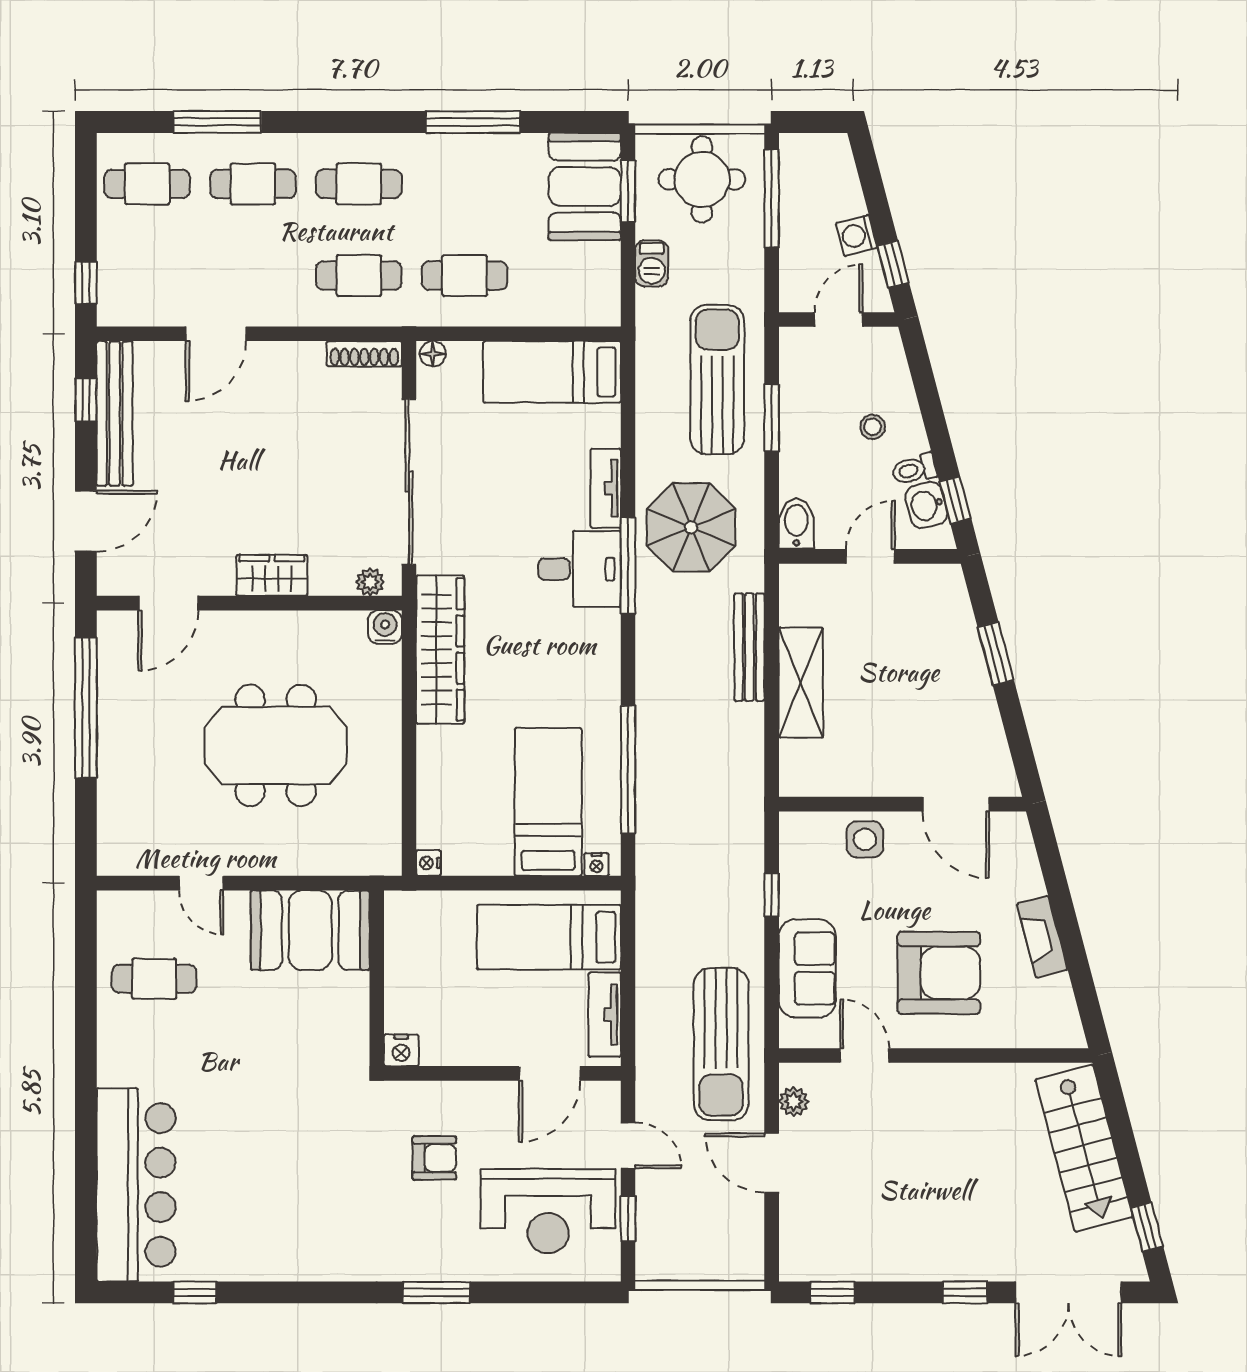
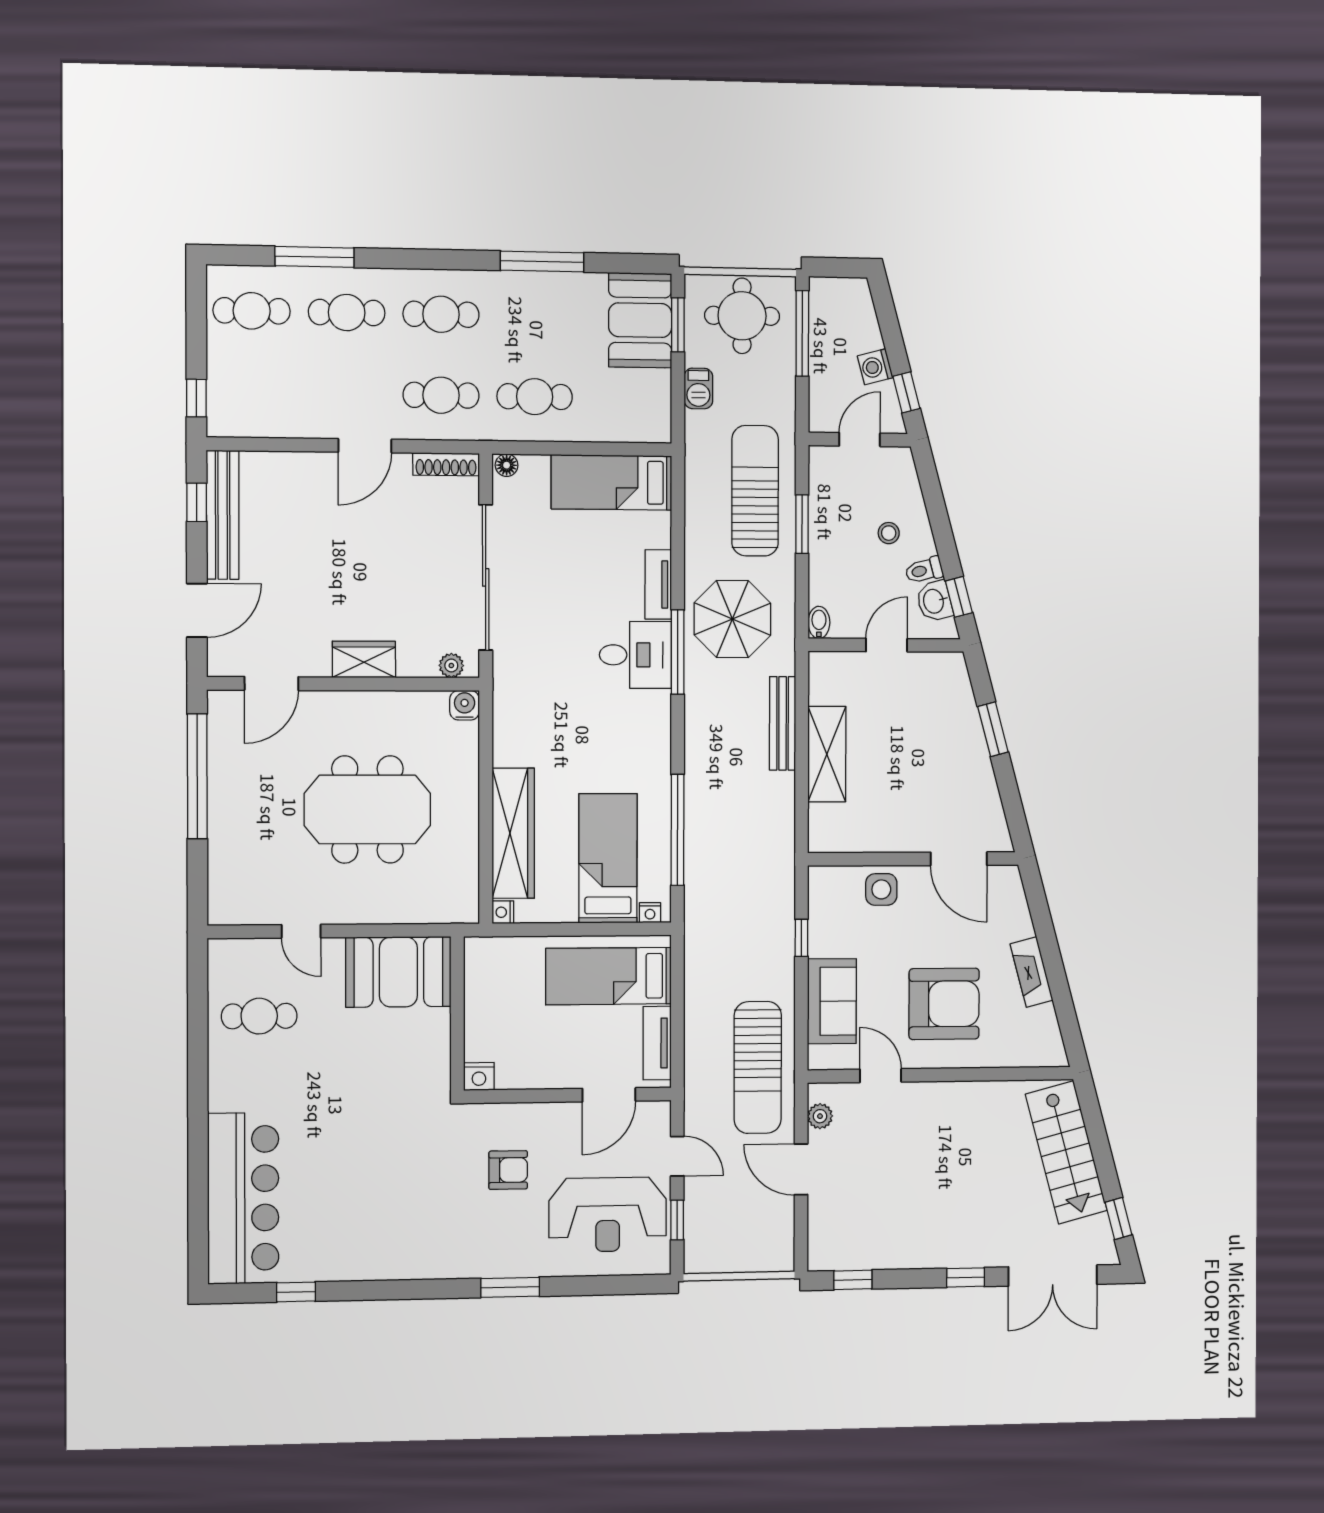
door: (216, 334) -> (365, 446), moved
bidet: (796, 524) -> (819, 622), width x0.72, depth x0.74
wardrobe: (440, 650) -> (513, 833), moved

